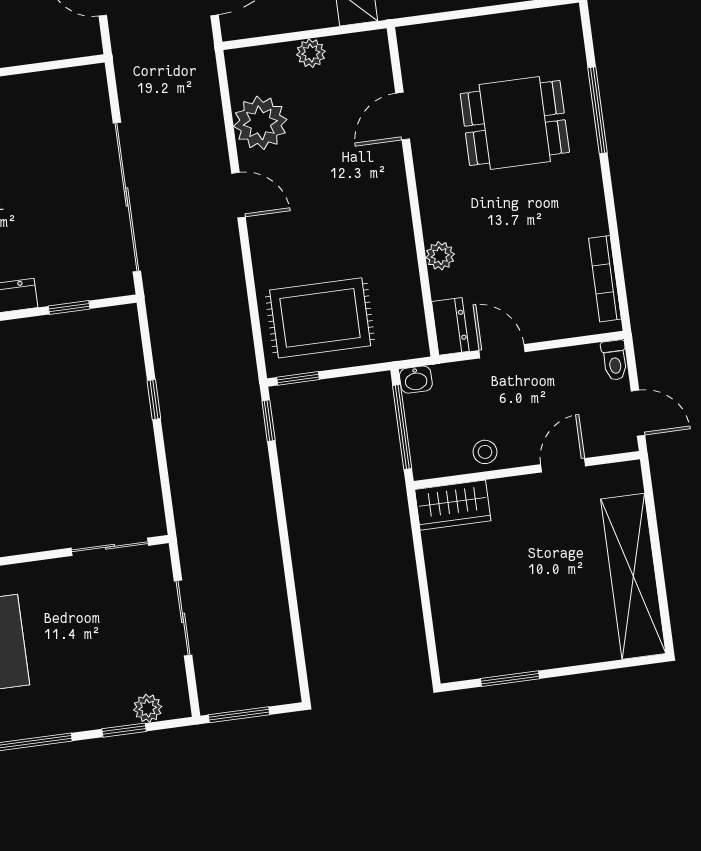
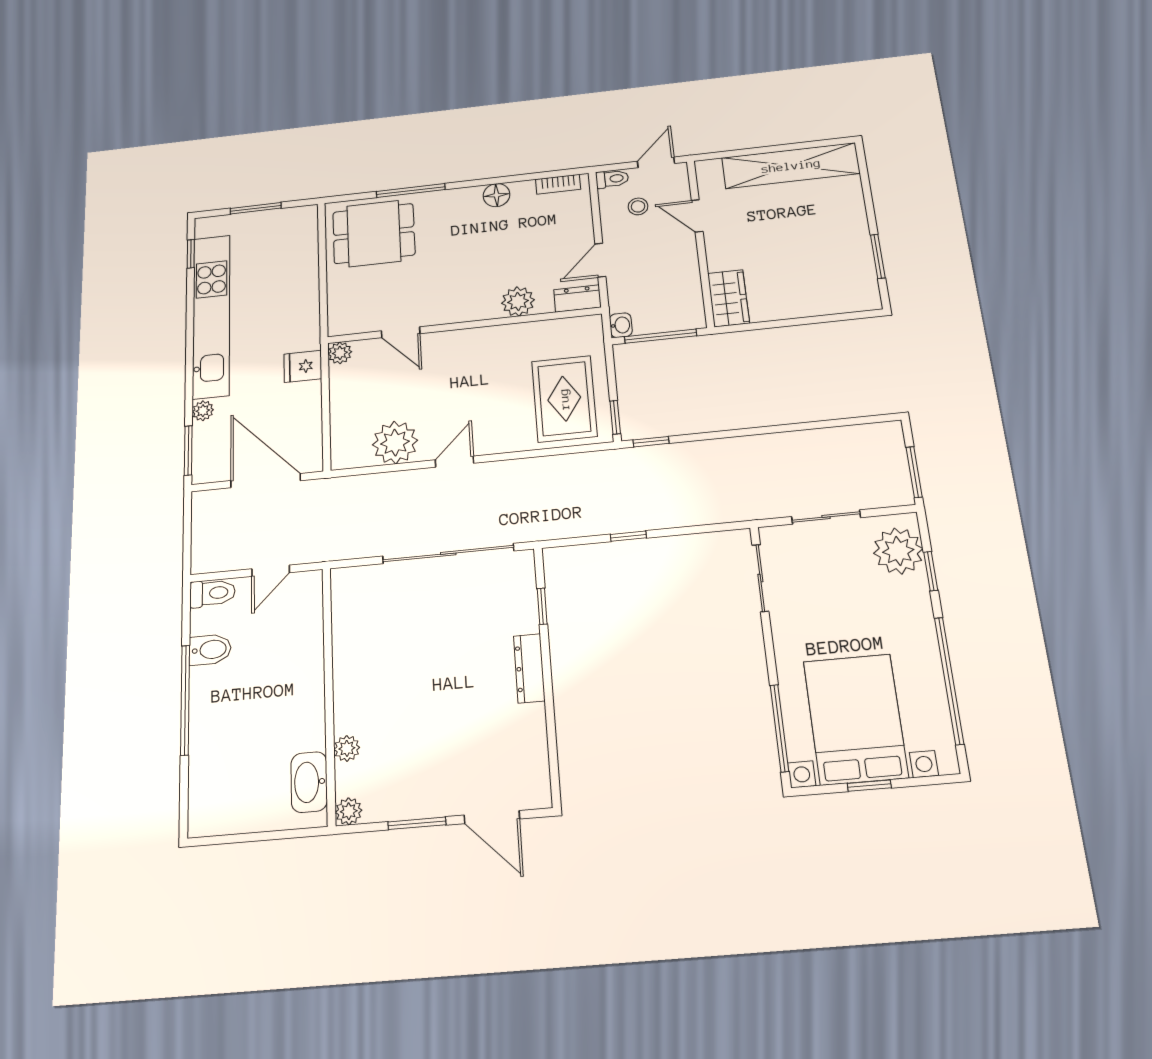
plant: (311, 53) -> (340, 353), moved
dining table: (515, 123) -> (374, 234), moved, turned 90
floor lamp: (591, 218) -> (496, 195), added
plant: (440, 256) -> (518, 301), width x1.38, depth x1.38
bookcase: (605, 279) -> (558, 184), width x0.64
stool: (485, 452) -> (638, 206), moved
plant: (148, 708) -> (898, 551), width x1.88, depth x1.88

